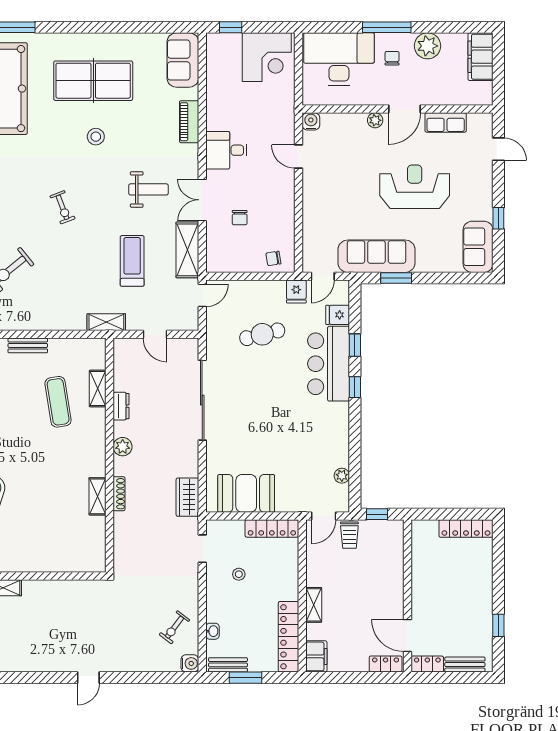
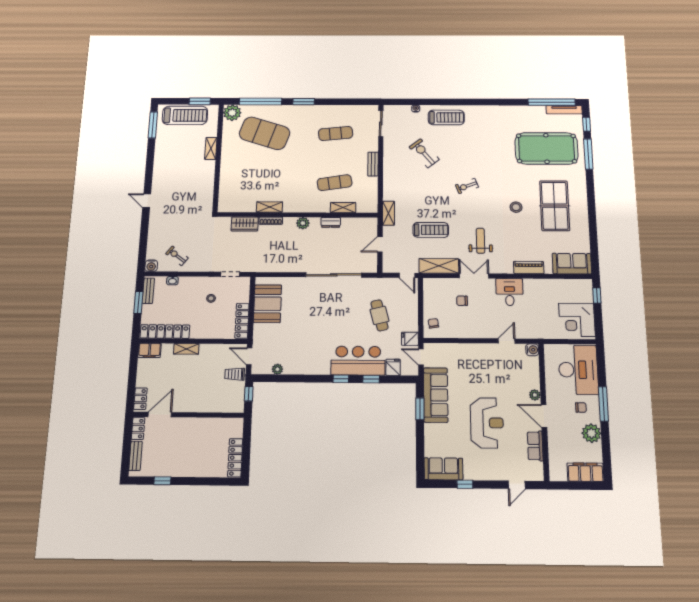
weight bench: (148, 189) -> (480, 241), turned 180
wardrobe: (187, 497) -> (245, 224), moved, turned 180

